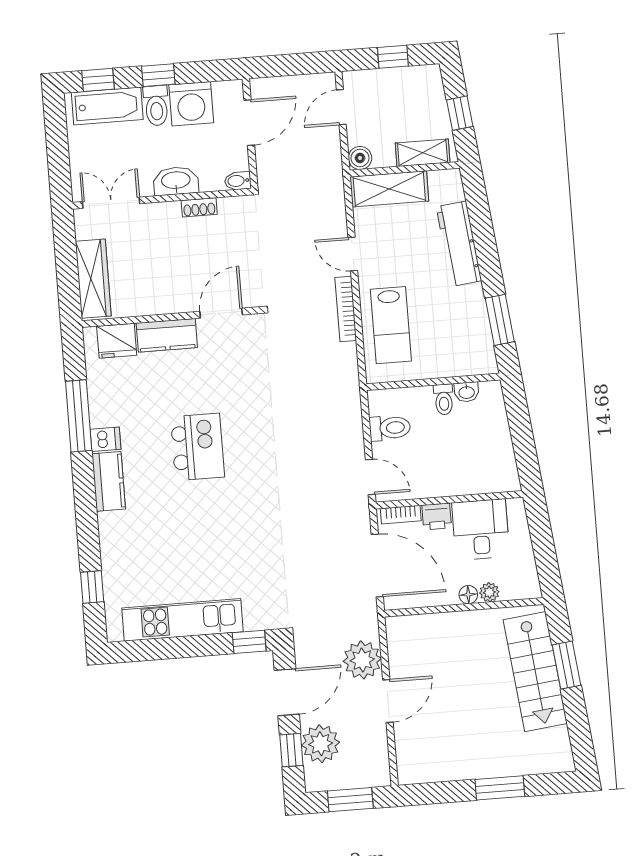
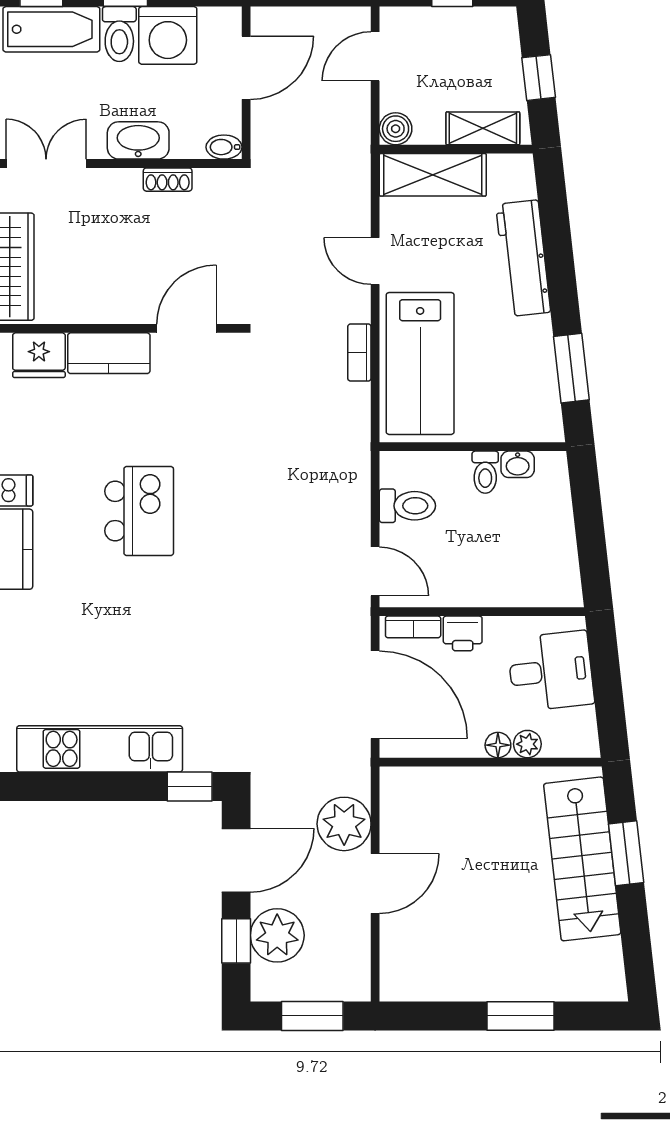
bookcase: (346, 309) -> (359, 353), width x0.64
lab bench: (391, 325) -> (420, 363), width x1.36, depth x1.39
desk: (481, 529) -> (551, 671), moved, turned 84

